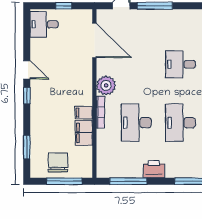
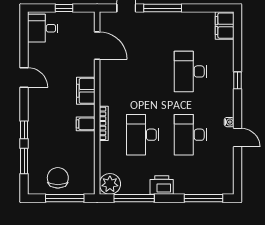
door: (94, 40) -> (97, 46), width x0.73
desk: (181, 64) -> (191, 71), width x1.37
plant: (106, 85) -> (110, 184), moved
window: (27, 96) -> (24, 130), moved
filing cabinet: (84, 133) -> (86, 91), moved

